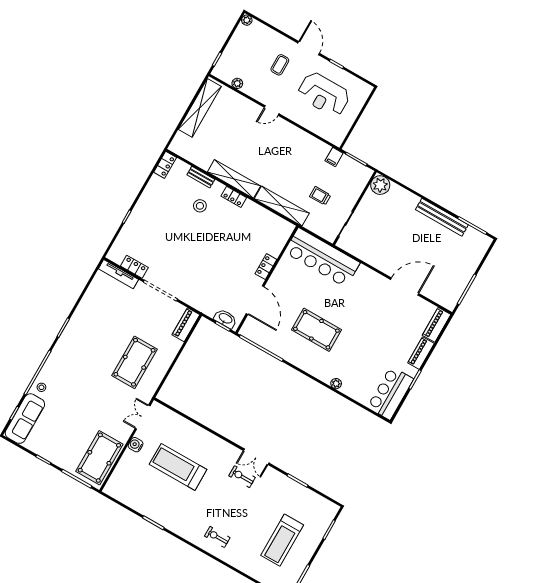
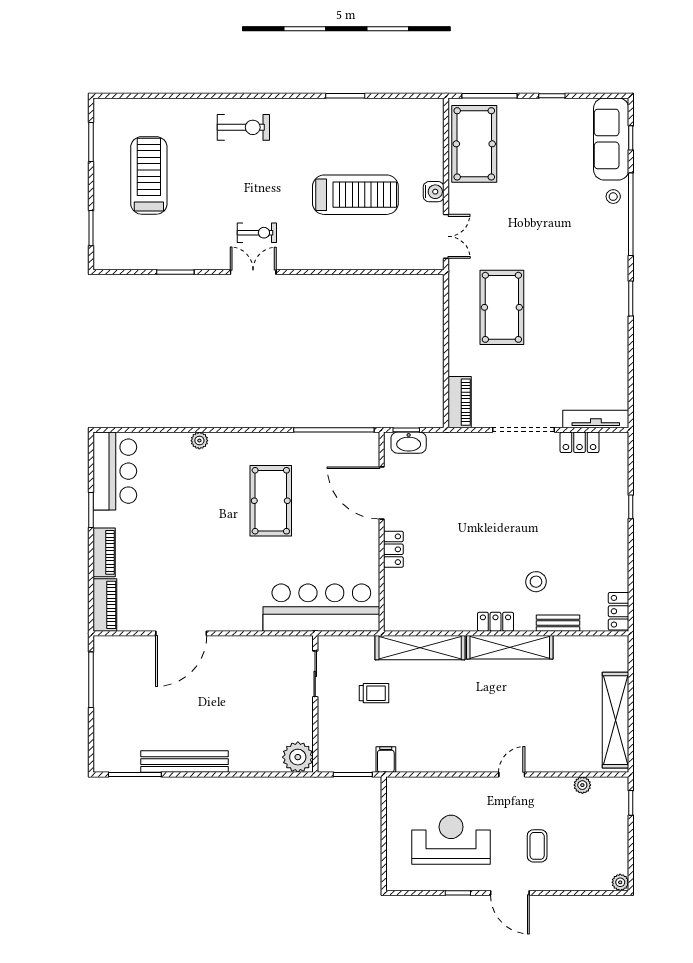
pool table: (316, 330) -> (271, 501), turned 90
exercise bike: (217, 537) -> (243, 127), width x1.38, depth x1.39

